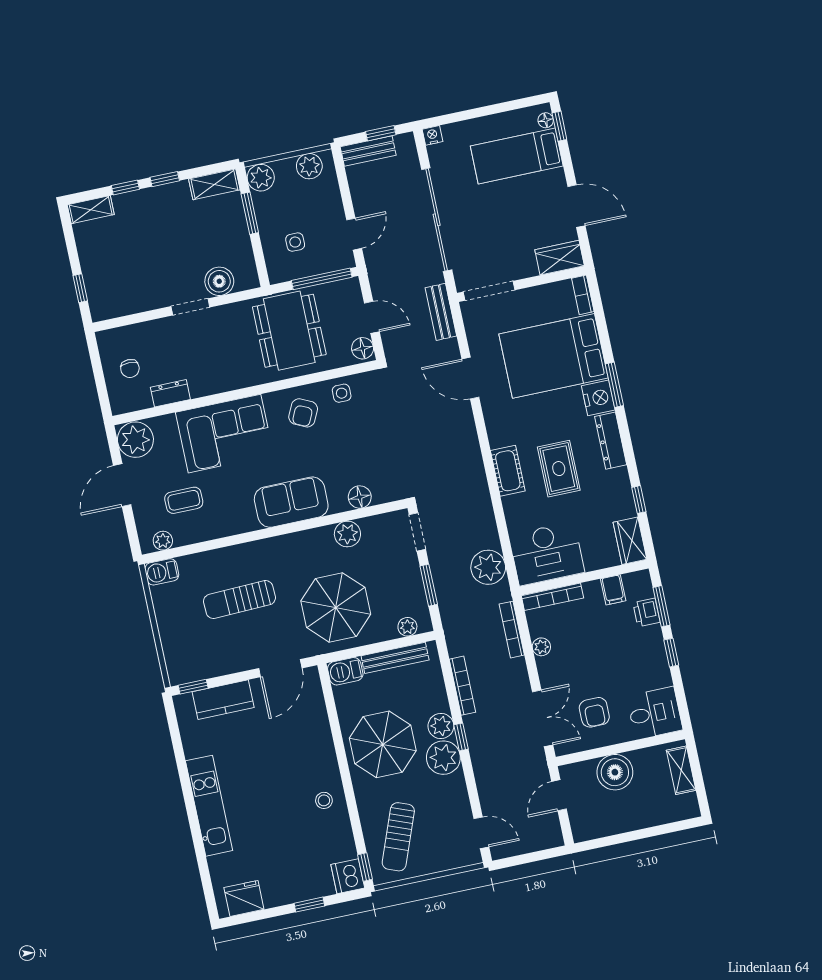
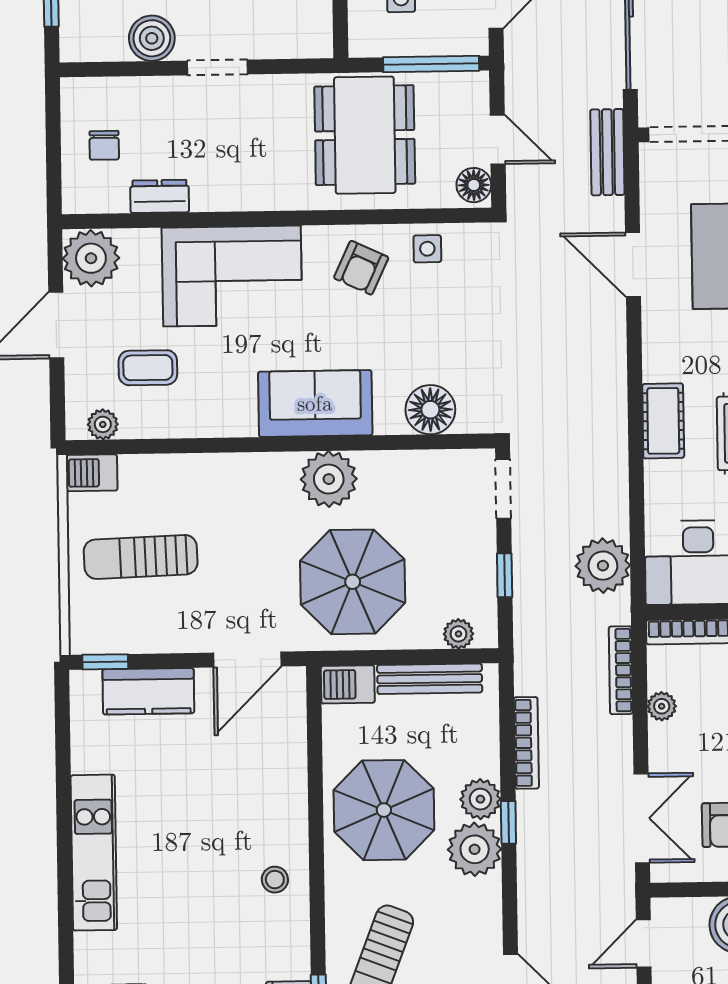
boiler: (219, 281) -> (152, 38), moved
floor lamp: (360, 497) -> (430, 410), width x1.38, depth x1.38
plant: (347, 534) -> (329, 479), moved, width x1.36, depth x1.36
window: (429, 585) -> (505, 575), width x0.67
sun lounger: (239, 600) -> (141, 557), moved

